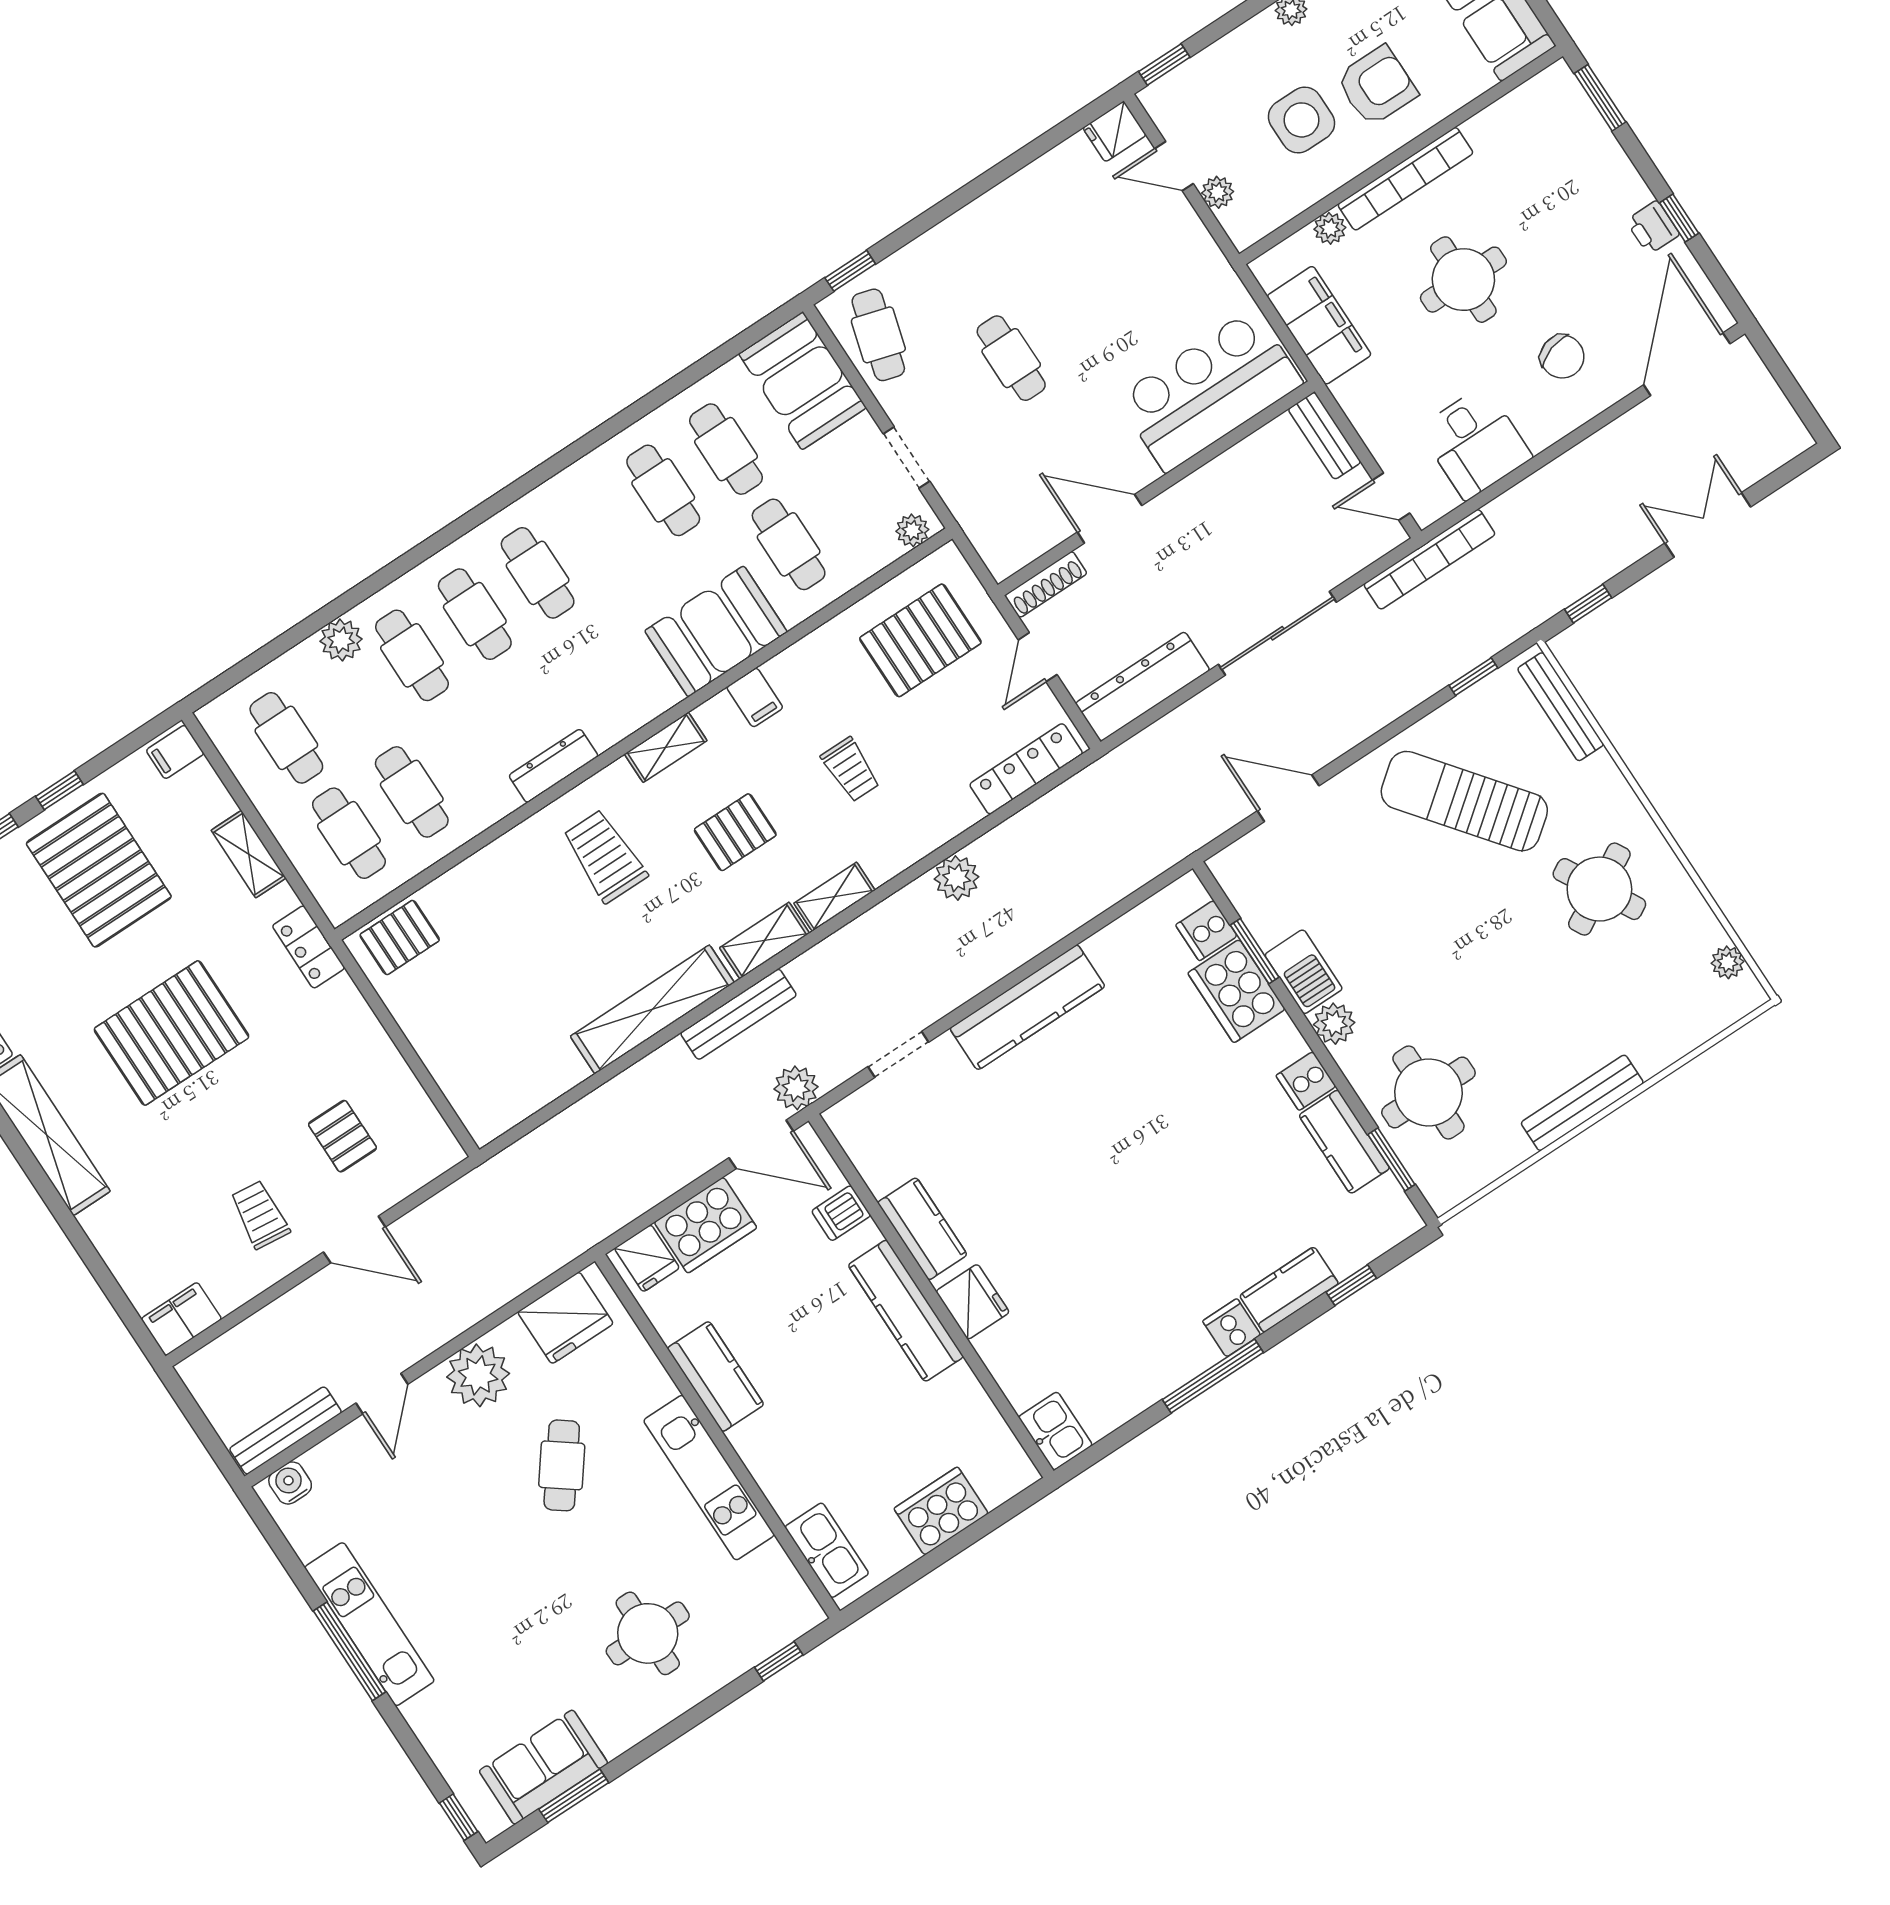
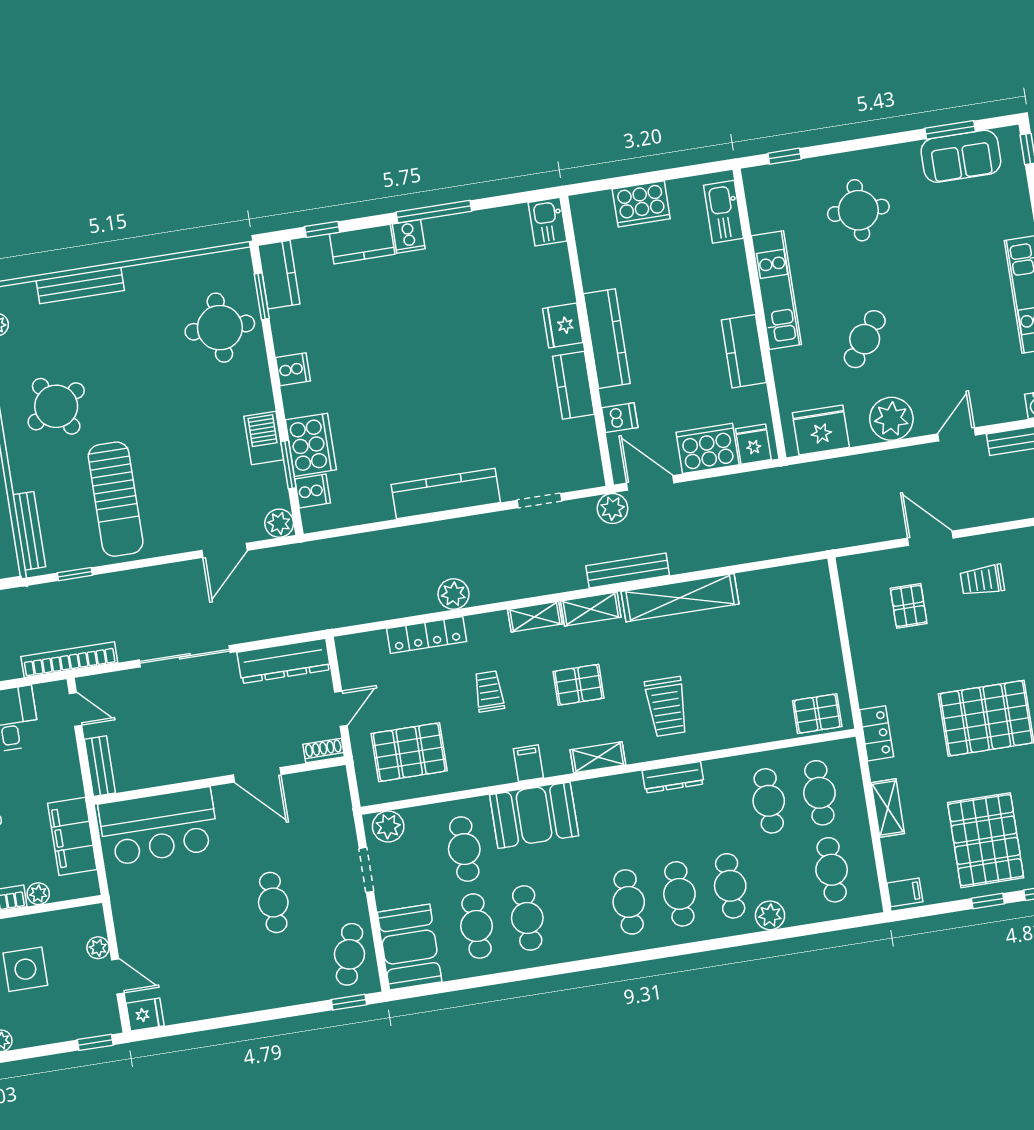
plant: (912, 530) -> (388, 826), width x1.38, depth x1.38
shoe rack: (1046, 584) -> (324, 750), width x0.70
locker: (1026, 769) -> (427, 635), moved
door: (1288, 798) -> (224, 550), hinge flipped
sun lounger: (1464, 801) -> (116, 499), turned 38
plant: (1334, 1024) -> (279, 523), moved
bench: (1582, 1103) -> (80, 285), moved
kitchen counter: (1344, 1142) -> (279, 275), moved
trolley: (260, 1215) -> (982, 580), turned 84

